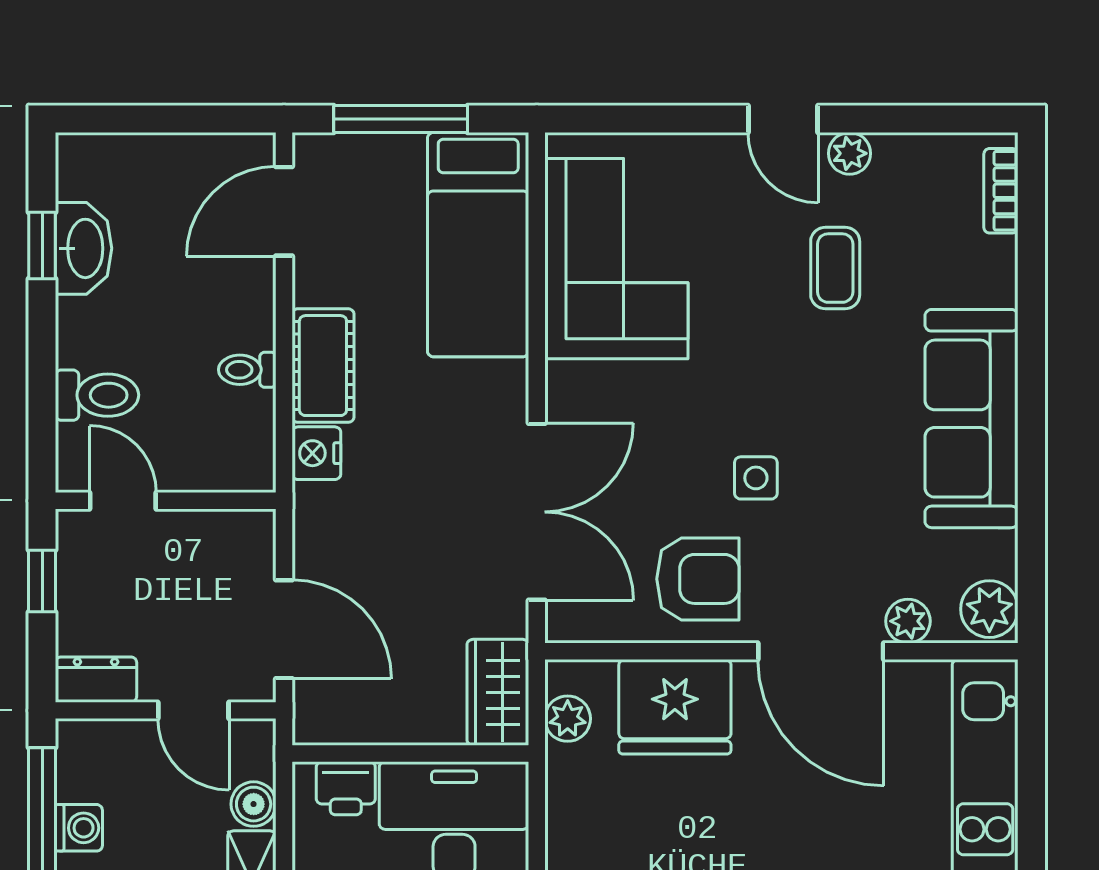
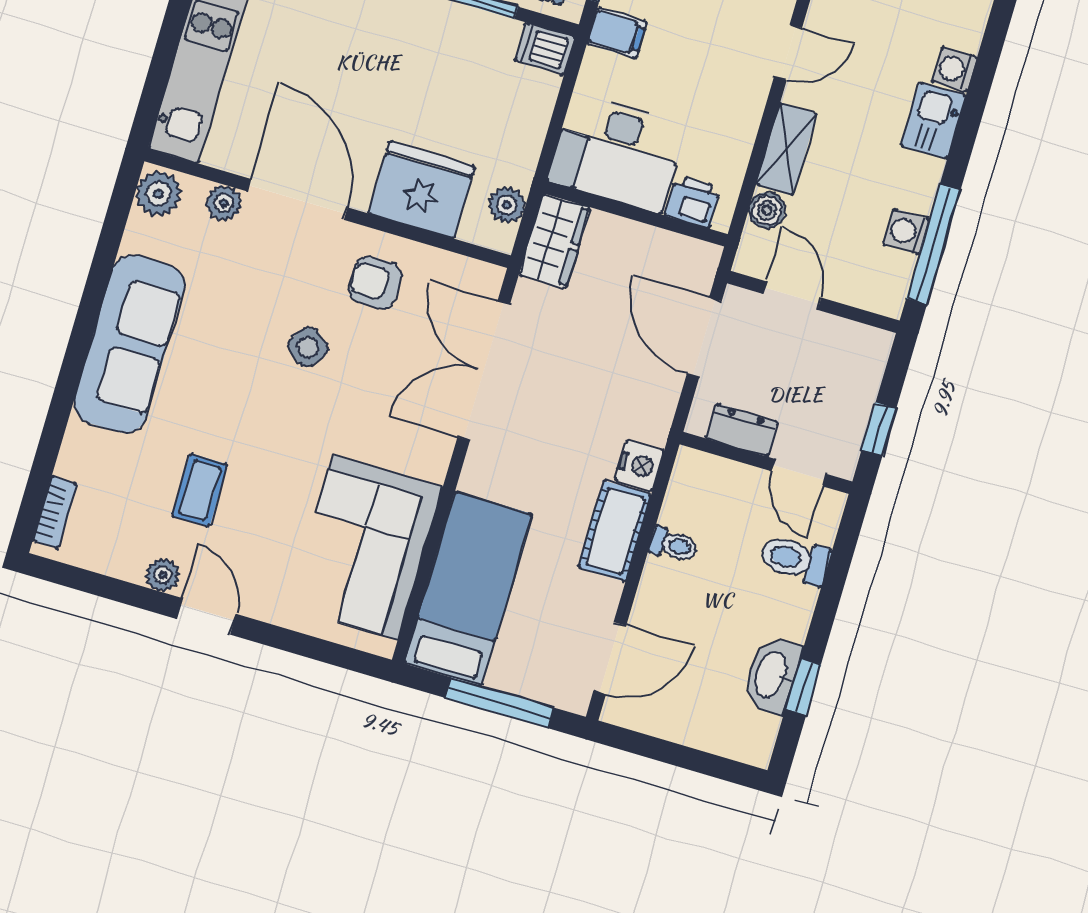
side table: (756, 478) -> (308, 347), turned 38
armchair: (698, 579) -> (375, 283), width x0.72, depth x0.72
dresser: (96, 680) -> (742, 430), moved, turned 180

